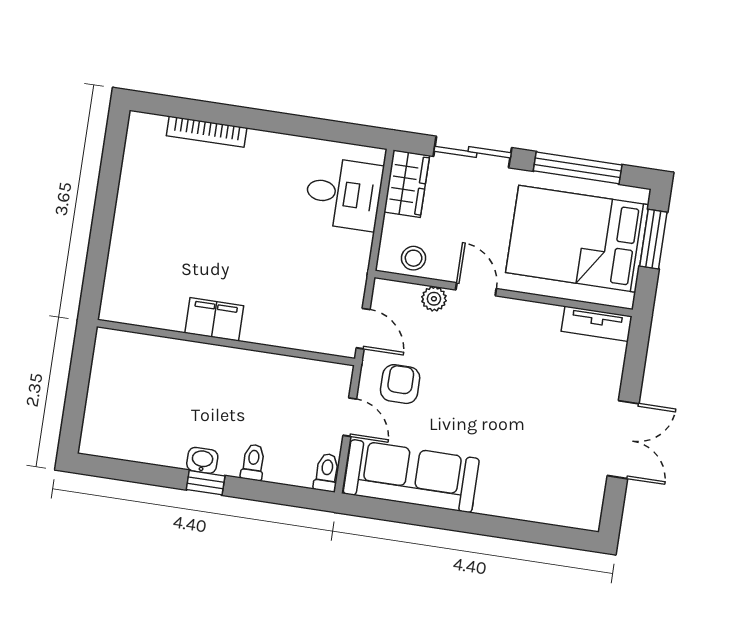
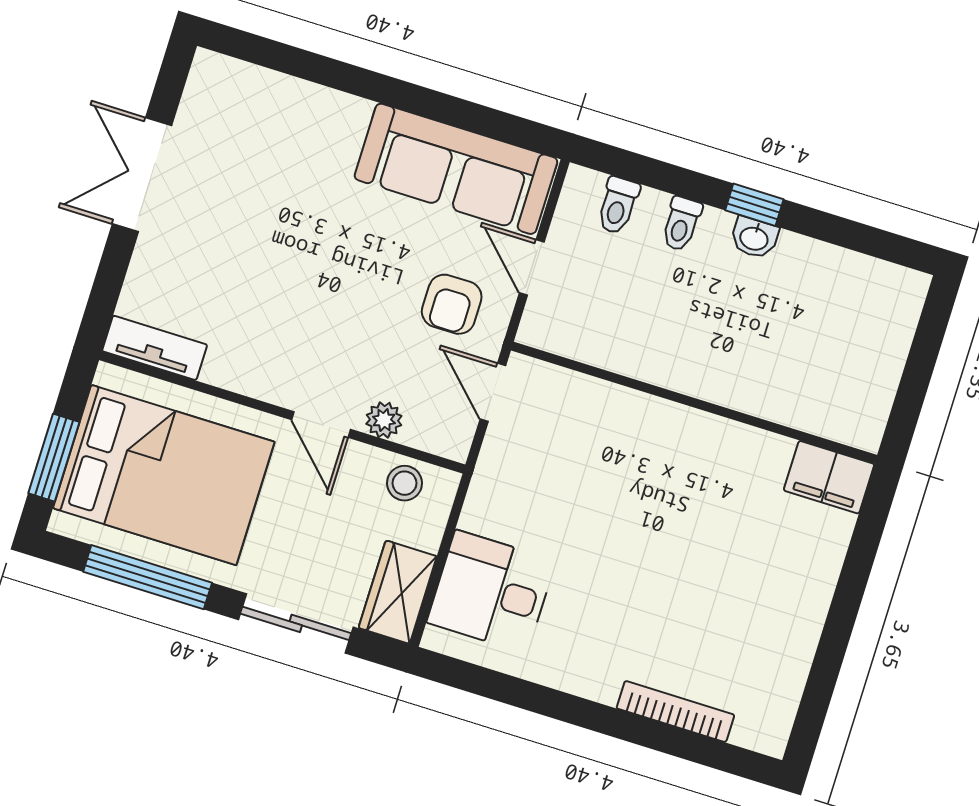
filing cabinet: (214, 319) -> (829, 477), moved
toilet: (327, 472) -> (618, 205), moved

